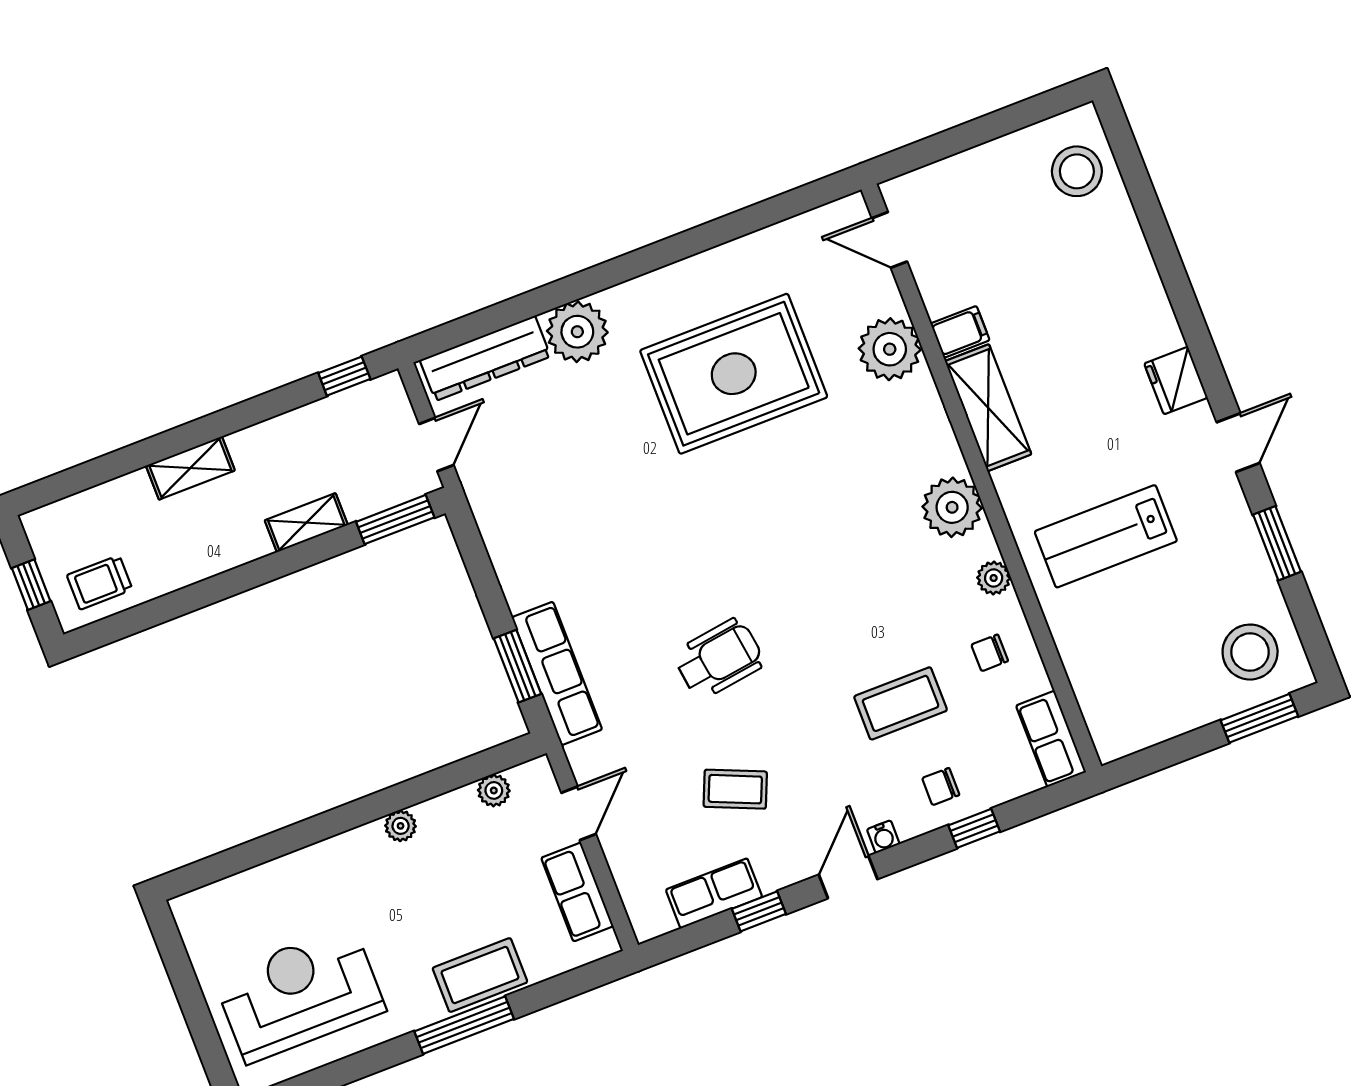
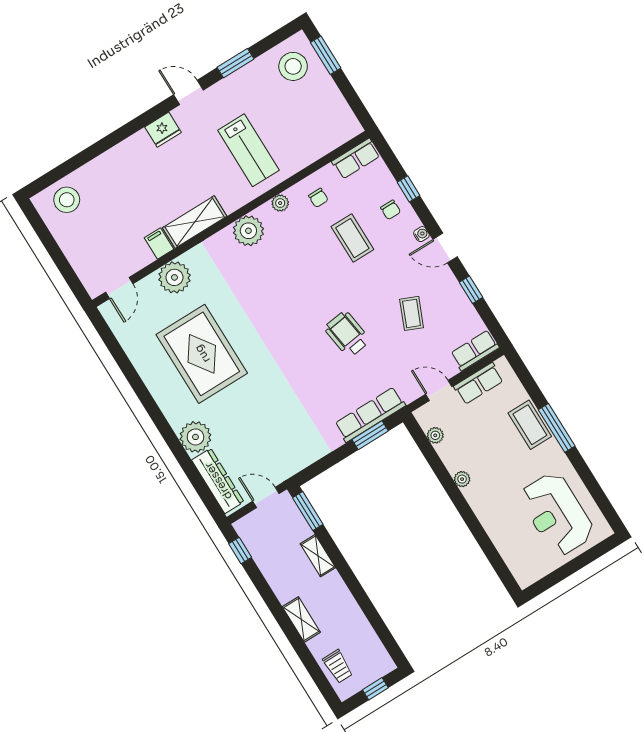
trolley: (100, 582) -> (338, 666), moved
row of seats: (714, 893) -> (475, 350), moved, turned 90

